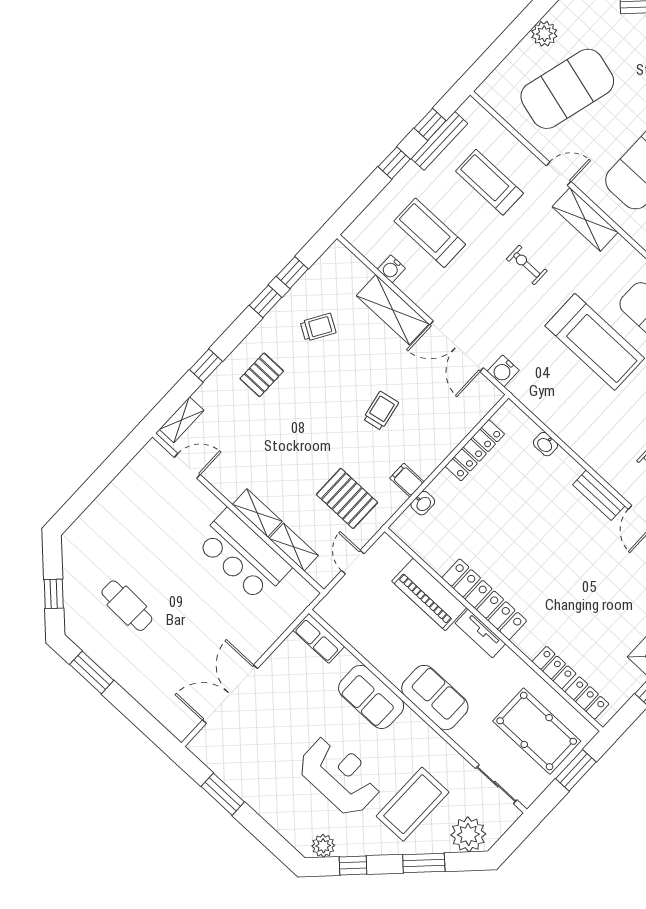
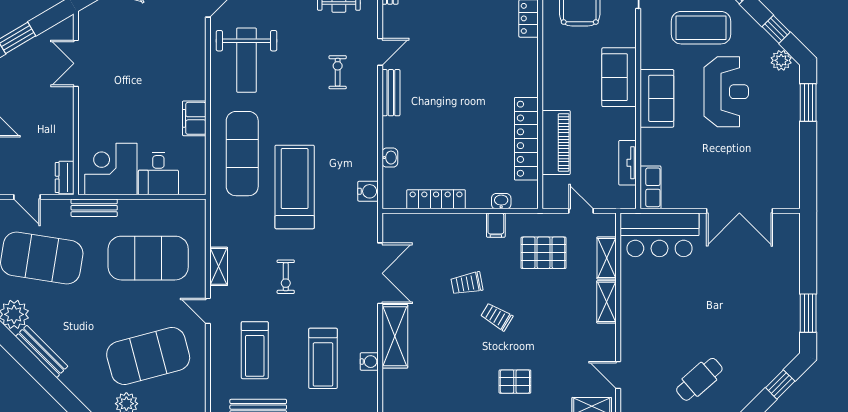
exercise mat: (567, 89) -> (148, 356), turned -30
shelving: (585, 219) -> (219, 266), width x0.67, depth x0.75
trolley: (318, 327) -> (497, 317), moved
water cooler: (503, 371) -> (368, 191), moved
pallet: (347, 498) -> (544, 253), turned 90
bar counter: (243, 555) -> (659, 235), moved, turned 90
door: (353, 562) -> (581, 211), swing flipped
locker: (484, 599) -> (526, 139), moved
cafe table: (127, 606) -> (699, 379), moved, turned 47
tv unit: (480, 633) -> (628, 163), moved, turned 180
sofa: (371, 697) -> (657, 98), moved
reception desk: (340, 776) -> (726, 92), turned 180
window: (223, 794) -> (808, 103), moved

